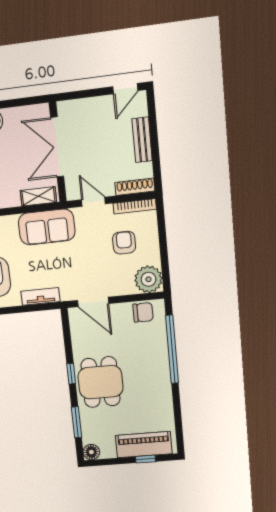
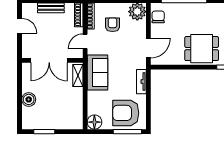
door: (125, 89) -> (20, 26), moved
armchair: (124, 243) -> (113, 25), turned 90
window: (71, 374) -> (194, 67), removed

